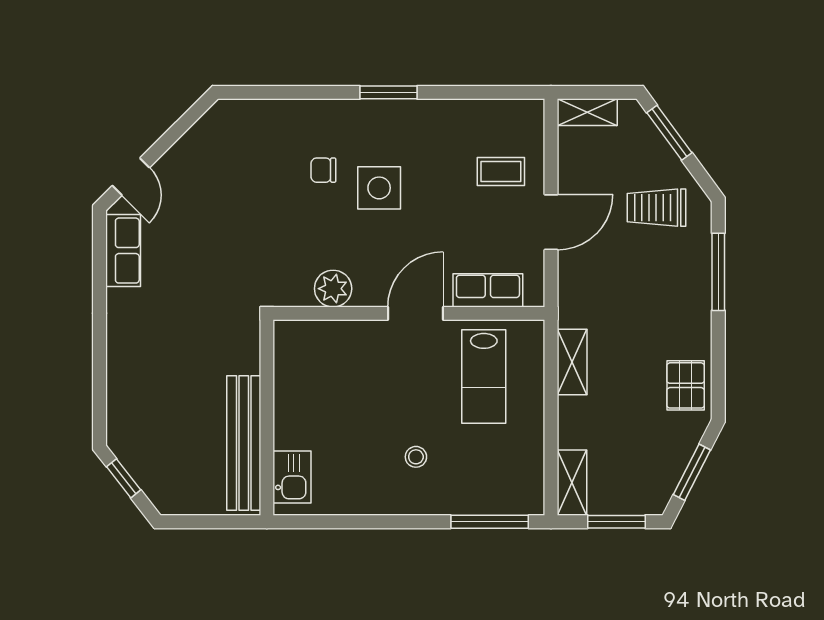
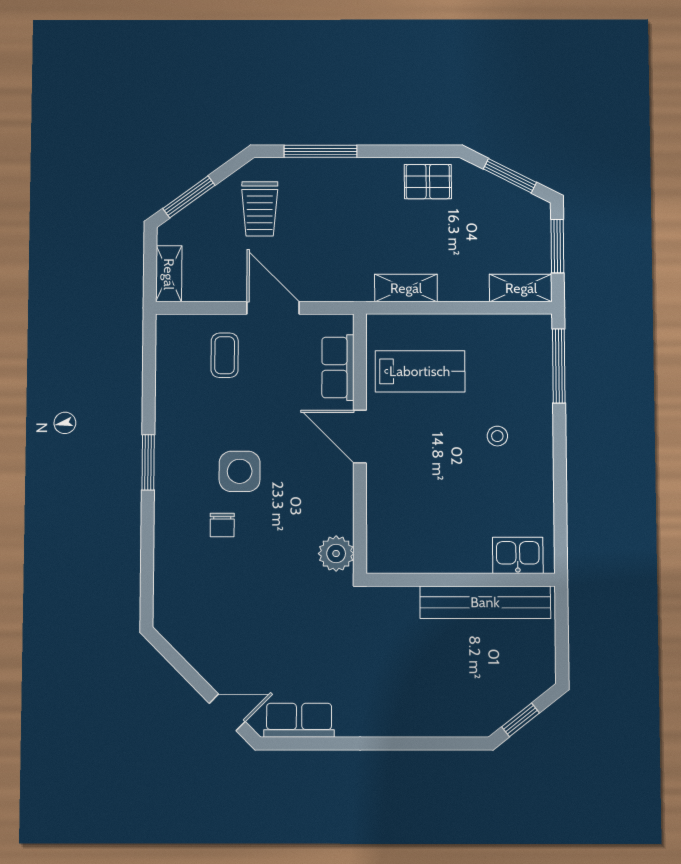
plant: (333, 289) -> (336, 554), moved

